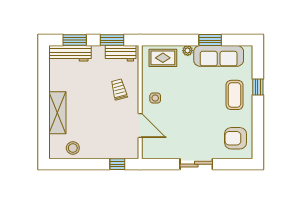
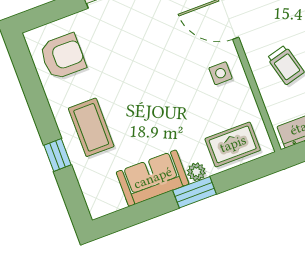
window: (210, 40) -> (195, 192), moved
sofa: (219, 56) -> (153, 178), width x0.73

